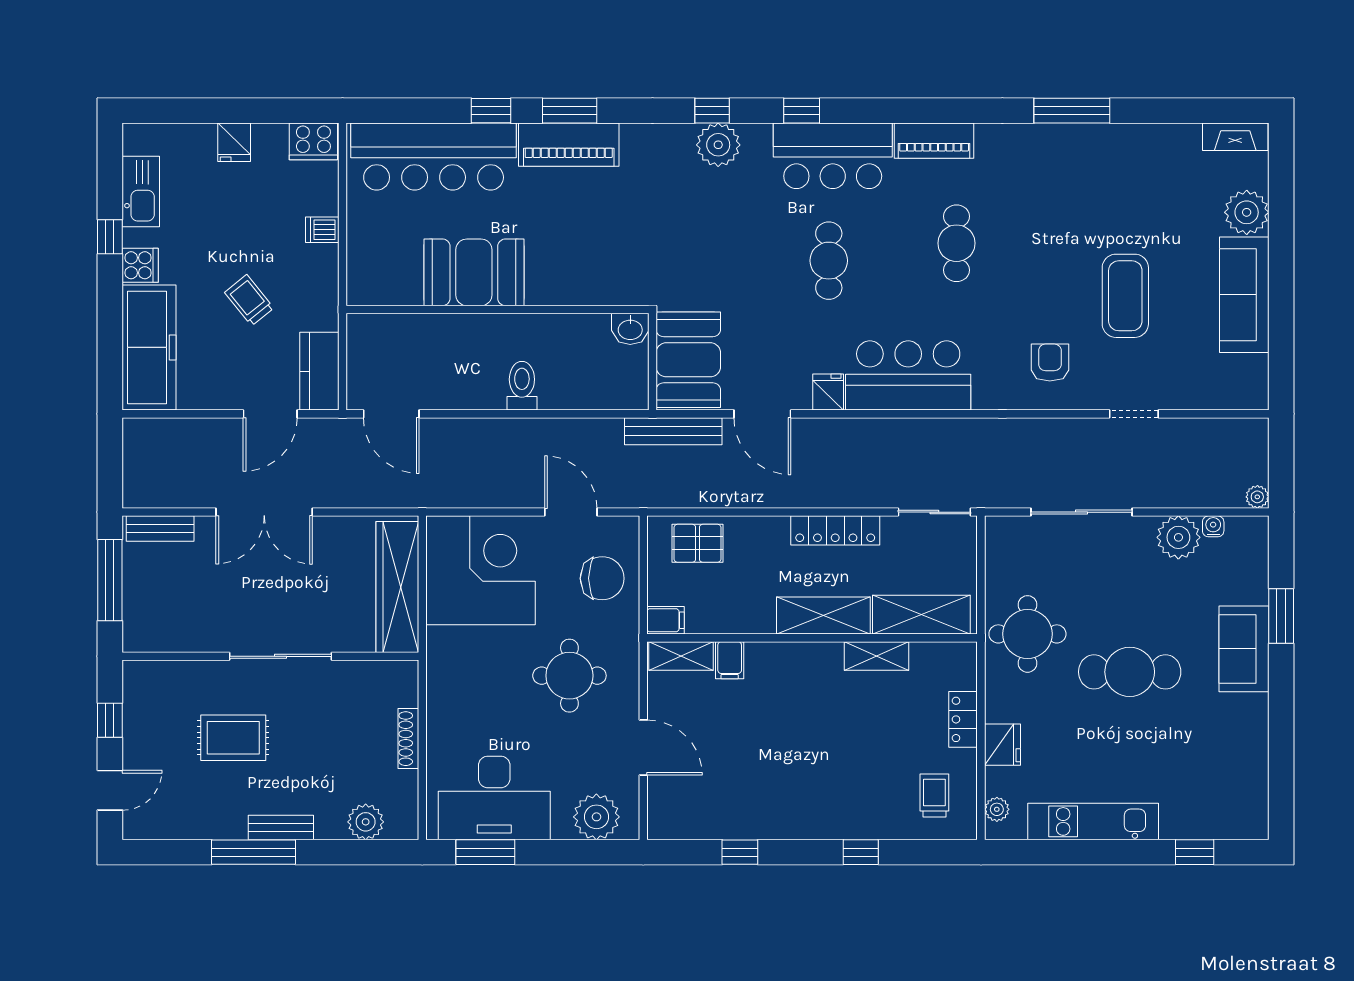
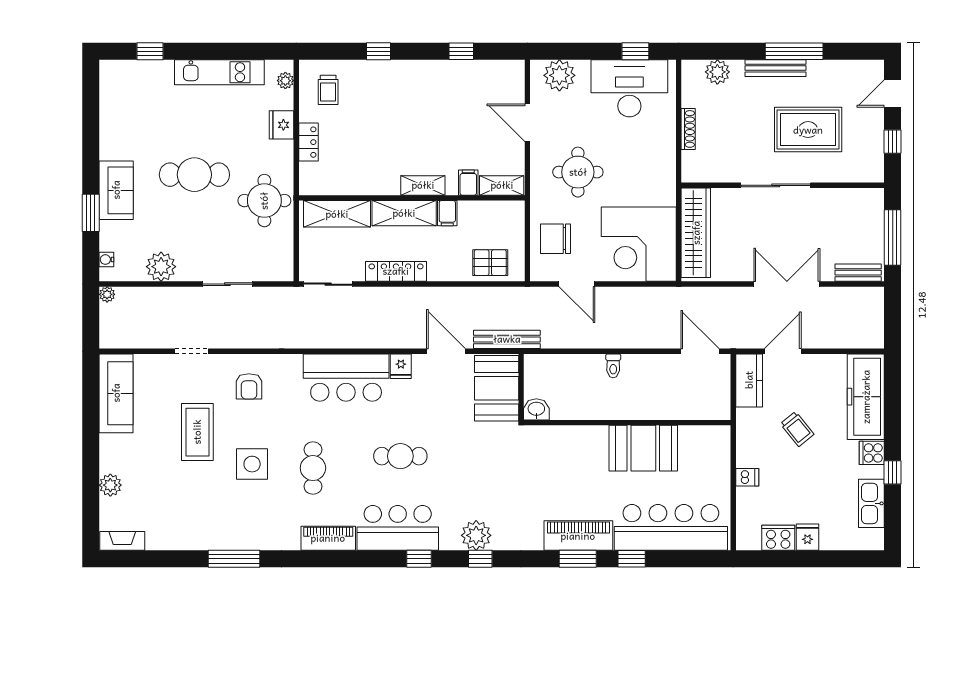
cooker: (313, 141) -> (778, 538), moved
plant: (1247, 212) -> (110, 485), width x0.73, depth x0.73
side table: (1045, 249) -> (252, 464), added
cafe table: (829, 261) -> (400, 456), turned 90
sofa: (1244, 295) -> (116, 393), moved
toilet: (522, 386) -> (613, 366), width x0.73, depth x0.72
sliding door: (1081, 512) -> (227, 284), width x0.73
water cooler: (1213, 526) -> (106, 260), moved, turned 90
filing cabinet: (666, 620) -> (447, 213), moved, turned -90
shelving: (876, 656) -> (423, 185), moved
rug: (233, 738) -> (808, 130), width x1.36, depth x1.43
bench: (281, 827) -> (776, 68), width x1.36
window: (485, 852) -> (635, 51), width x0.67

